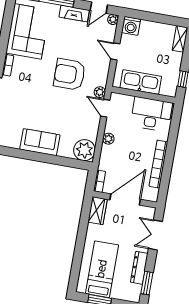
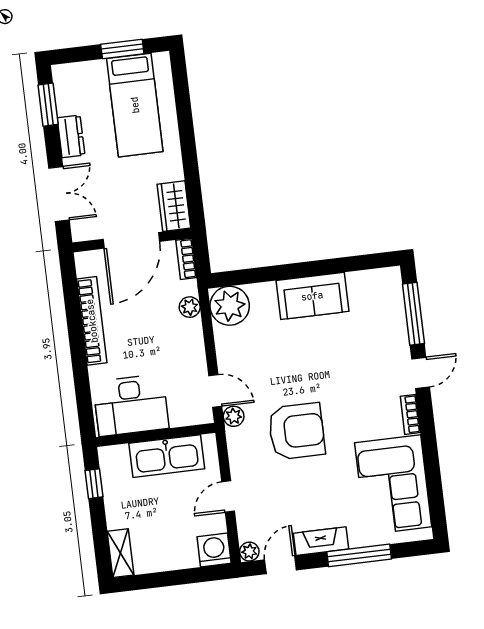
door: (115, 51) -> (228, 496), swing flipped
plant: (108, 139) -> (190, 307), moved
dresser: (139, 268) -> (71, 136), width x0.70

